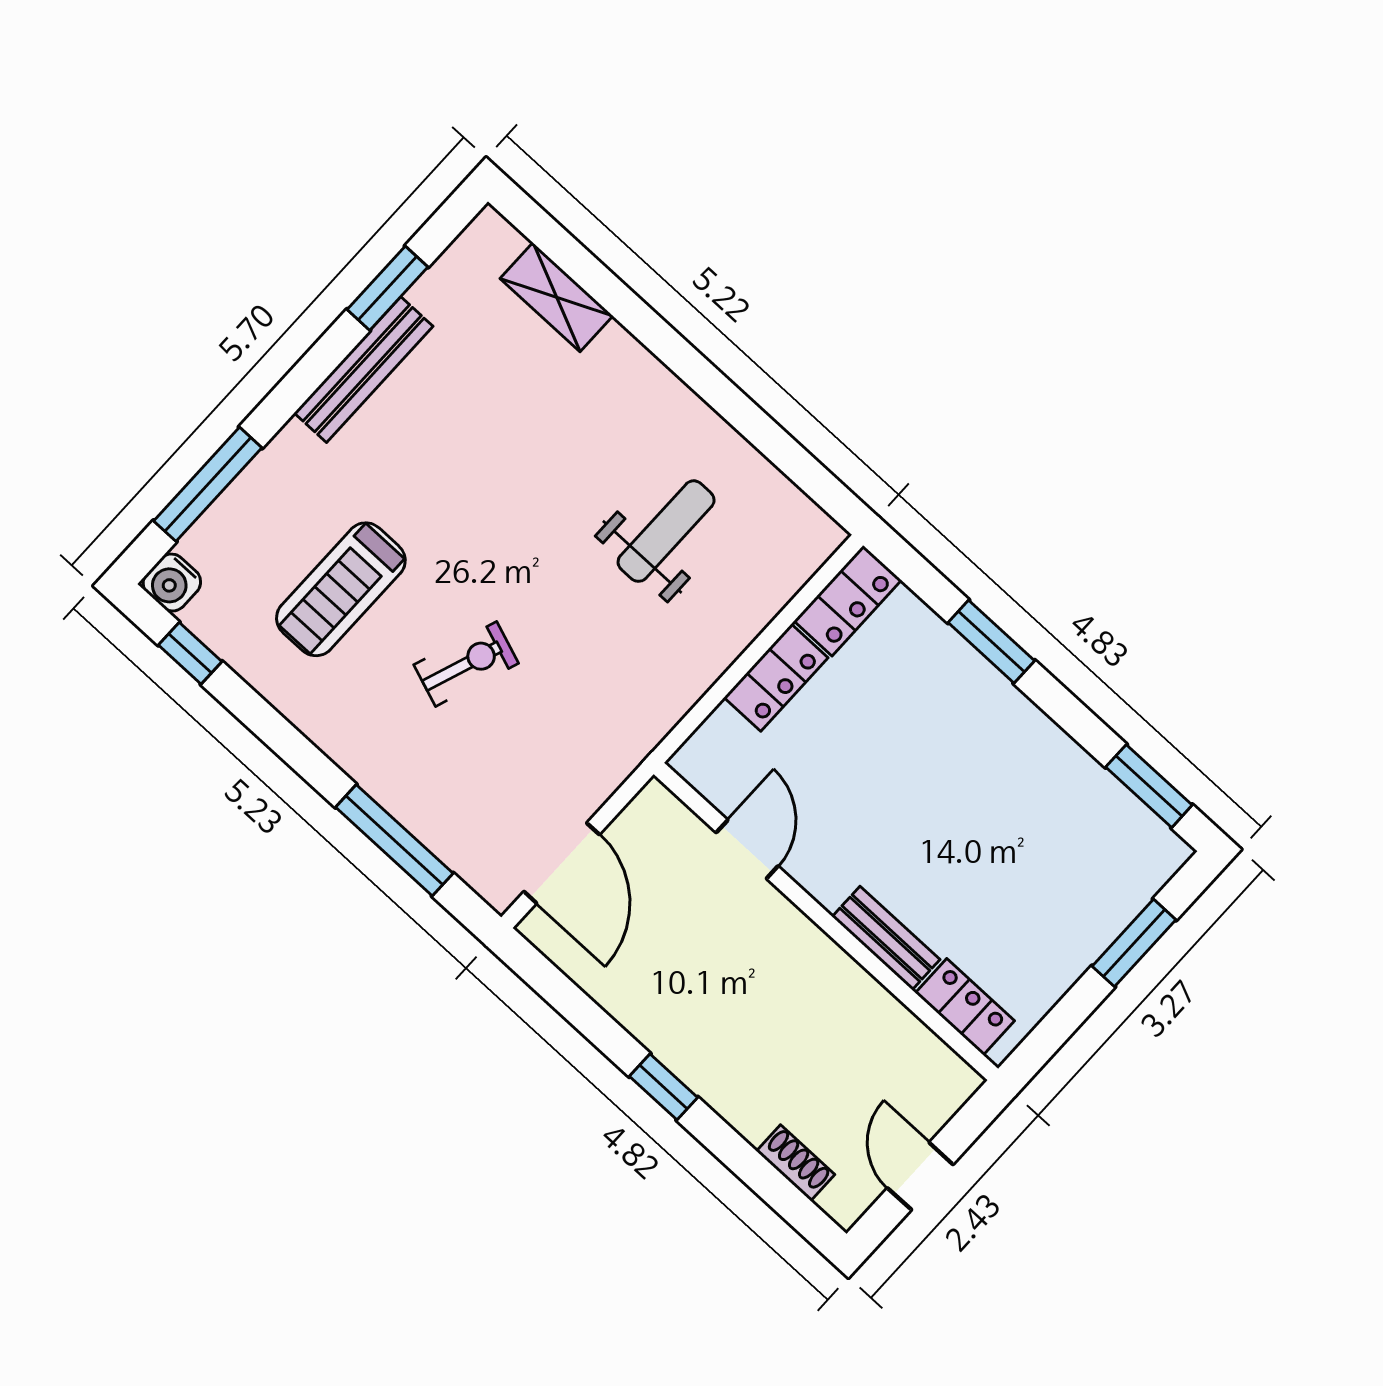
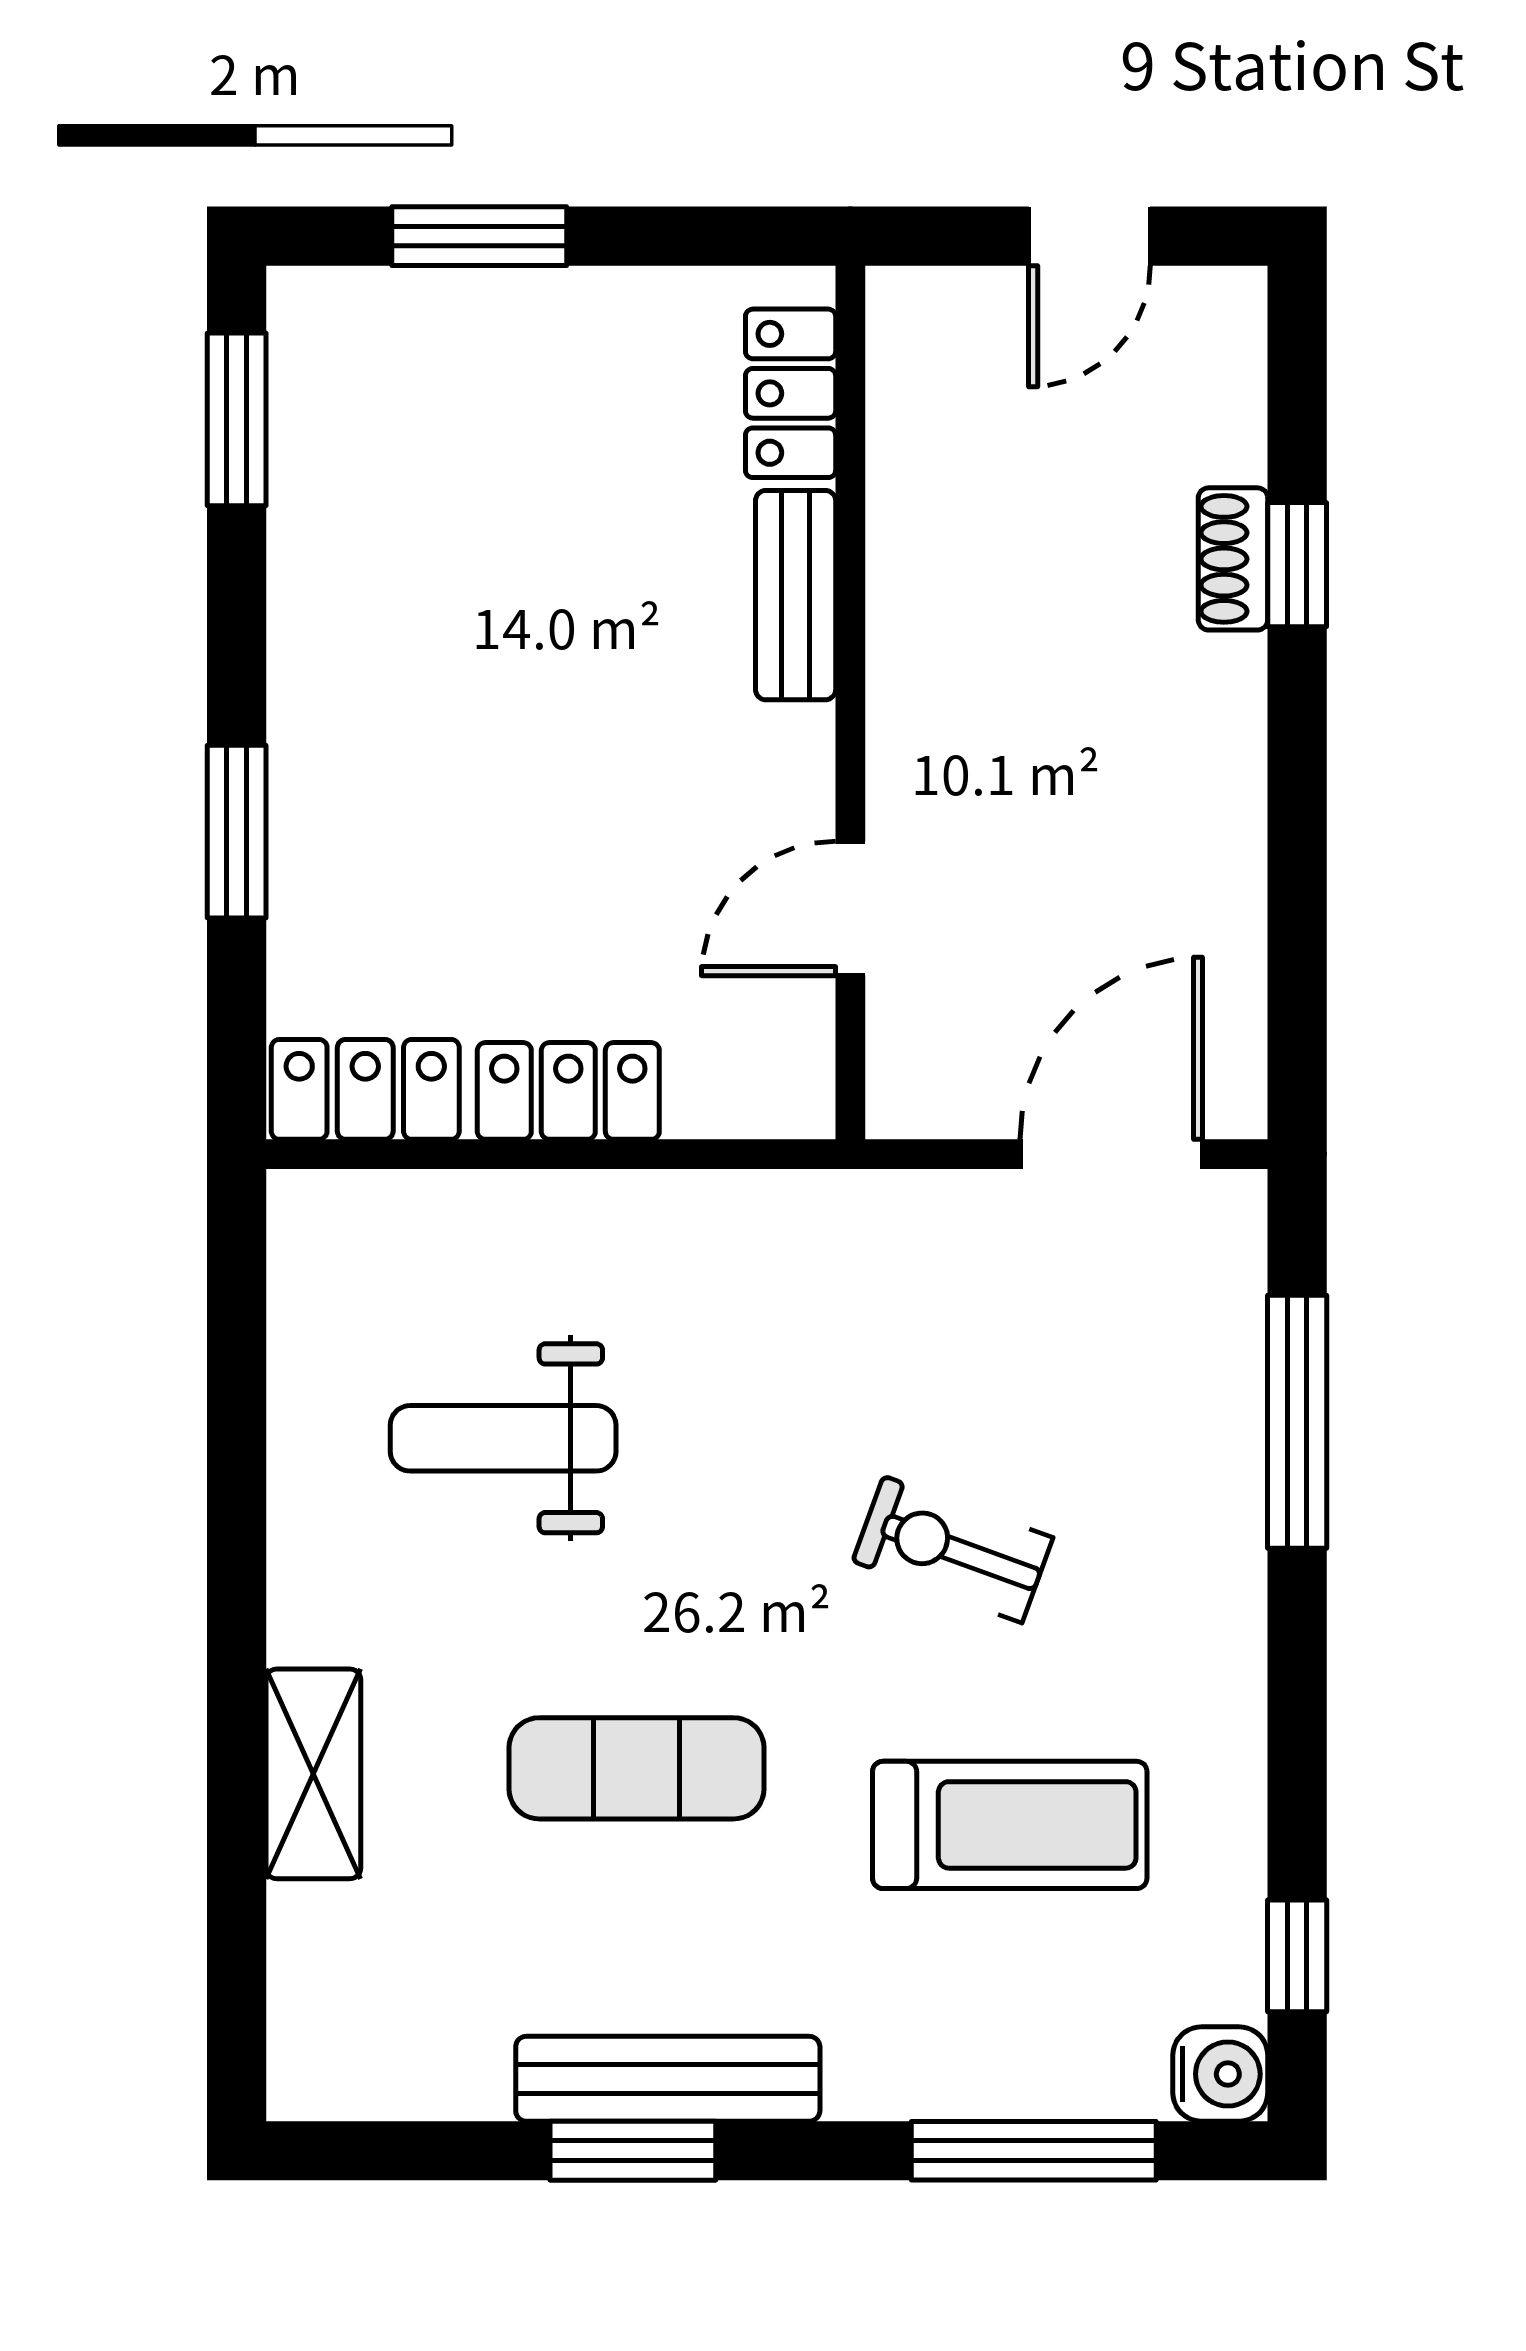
window: (388, 288) -> (633, 2151), moved
shelving: (557, 297) -> (313, 1774), moved
exercise mat: (493, 466) -> (636, 1768), added
window: (663, 1087) -> (1297, 565), moved
shoe rack: (795, 1163) -> (1233, 559), moved

